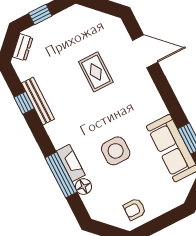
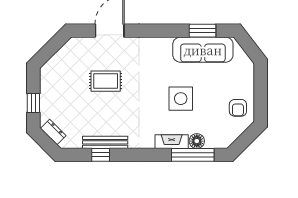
window: (61, 175) -> (193, 155), moved

